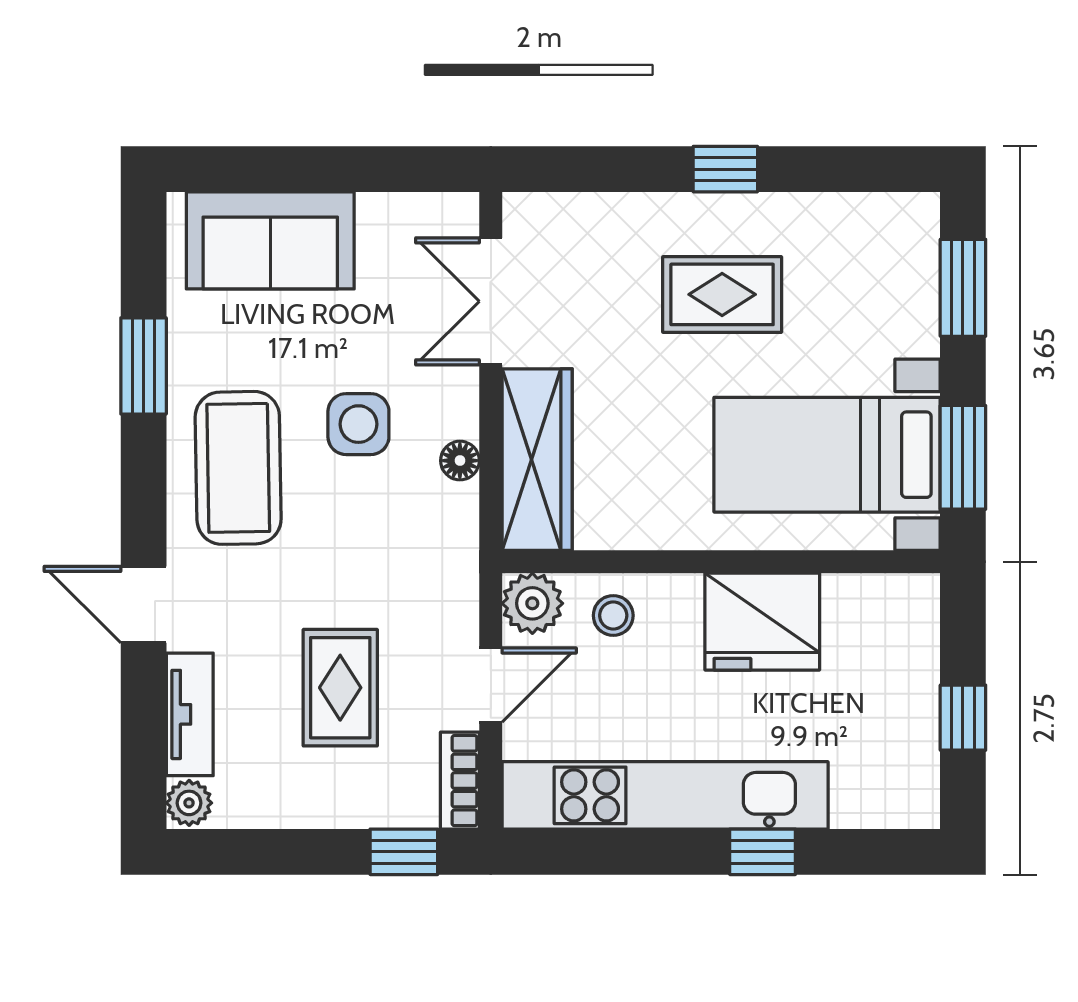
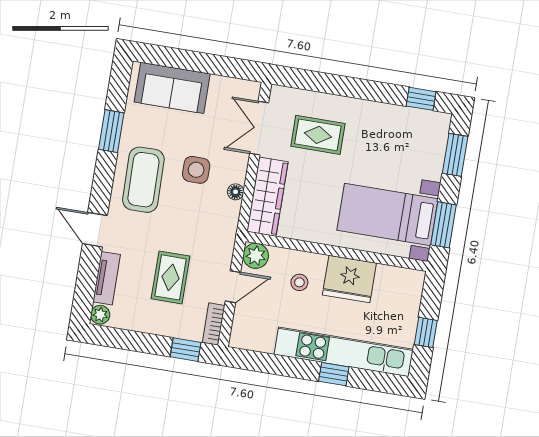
window: (725, 169) -> (421, 99), moved
rug: (722, 294) -> (318, 135), moved
stool: (613, 615) -> (299, 282), moved
kitchen unit: (665, 795) -> (344, 352), moved

